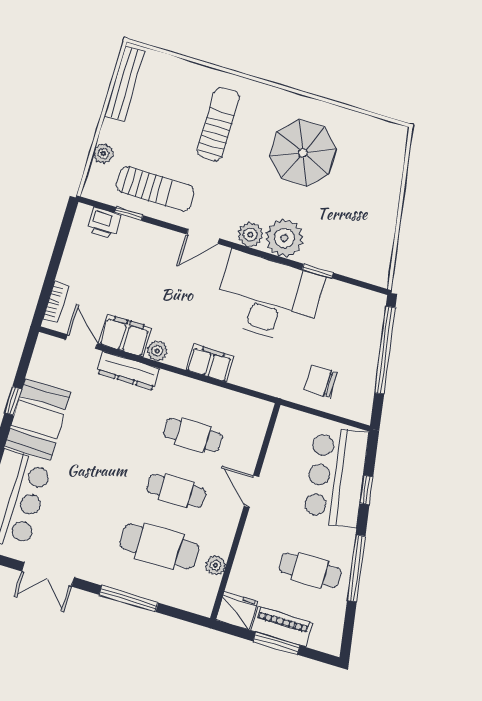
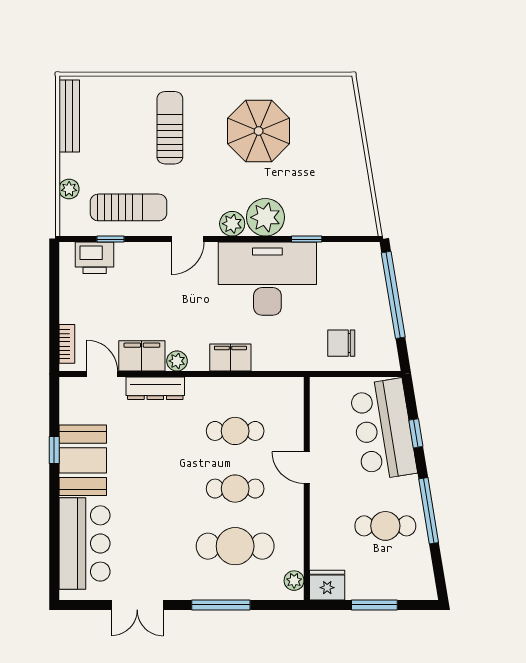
printer: (104, 223) -> (95, 258), width x1.36, depth x1.24
plant: (216, 565) -> (294, 581), moved
piano: (282, 627) -> (375, 588), removed

